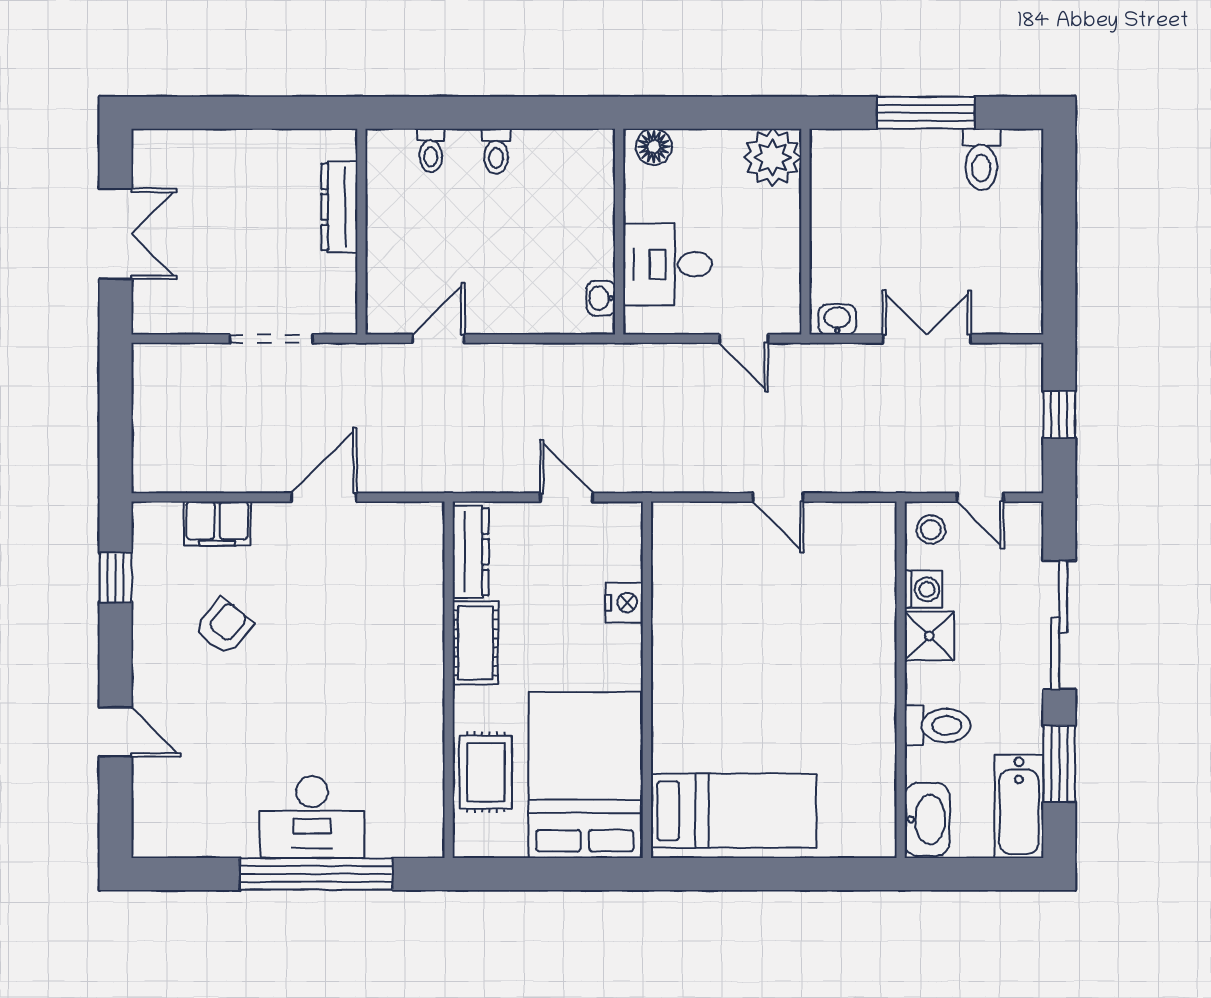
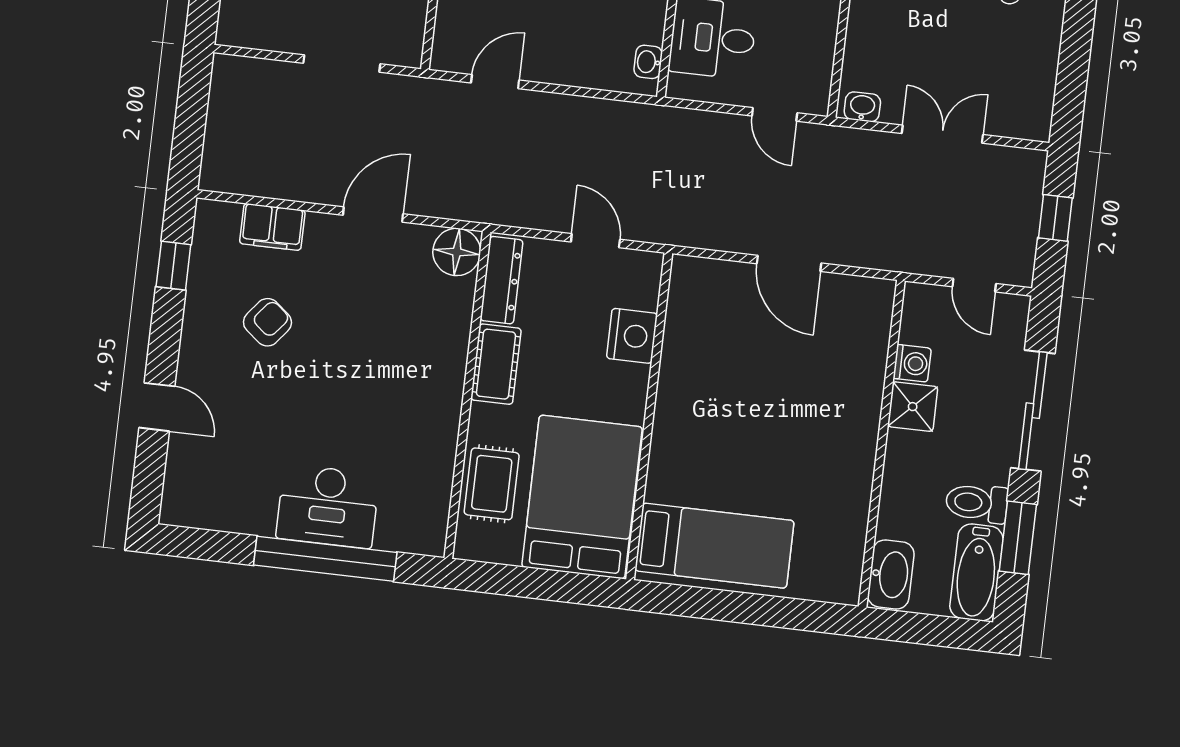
door: (778, 497) -> (789, 263), width x1.38
floor lamp: (419, 527) -> (457, 252), added
stool: (931, 530) -> (925, 309), removed
nightstand: (624, 602) -> (632, 336), width x1.36, depth x1.33
toilet: (937, 726) -> (977, 503), moved, turned 180

